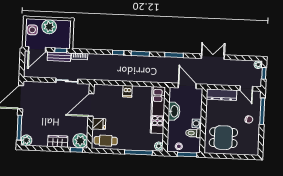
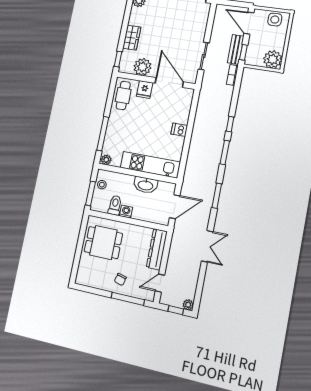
plant: (49, 27) -> (273, 59), moved
dining table: (223, 138) -> (103, 243), turned 90
plant: (80, 141) -> (142, 67), moved

